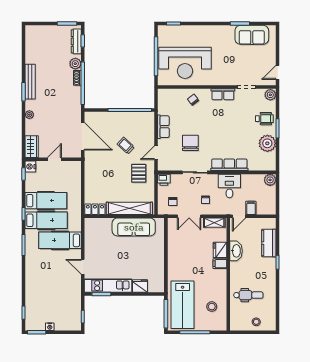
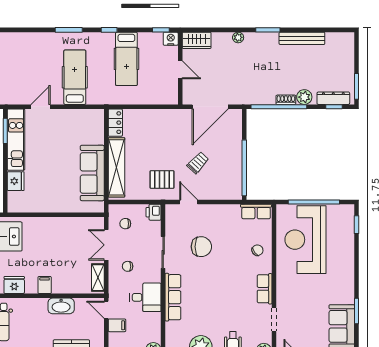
bench: (30, 82) -> (302, 38), moved
row of seats: (163, 127) -> (256, 211), moved
hospital bed: (46, 220) -> (101, 59), removed
fridge: (220, 250) -> (14, 285), moved

